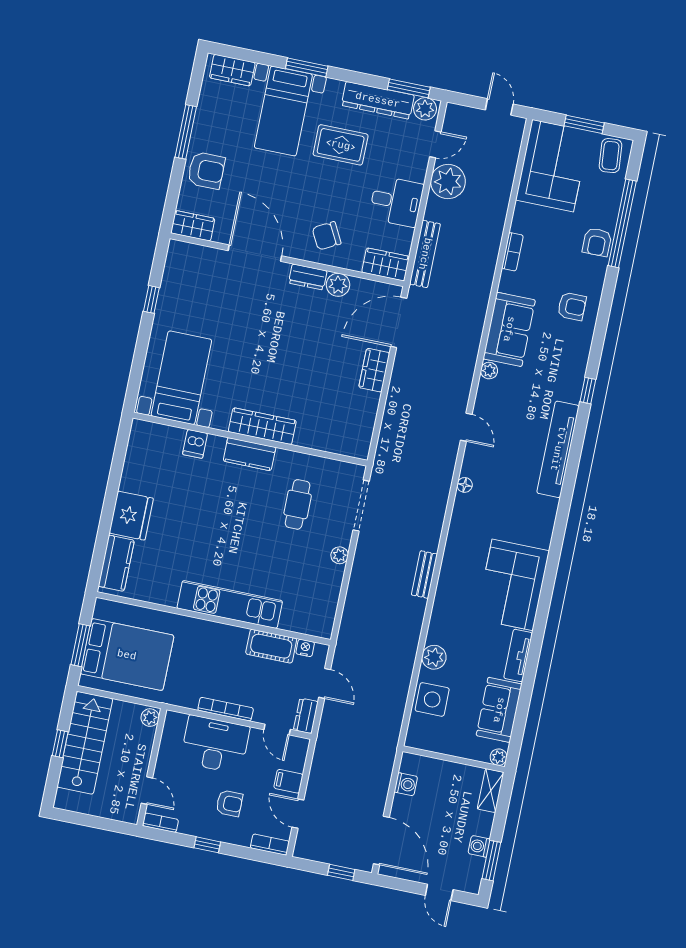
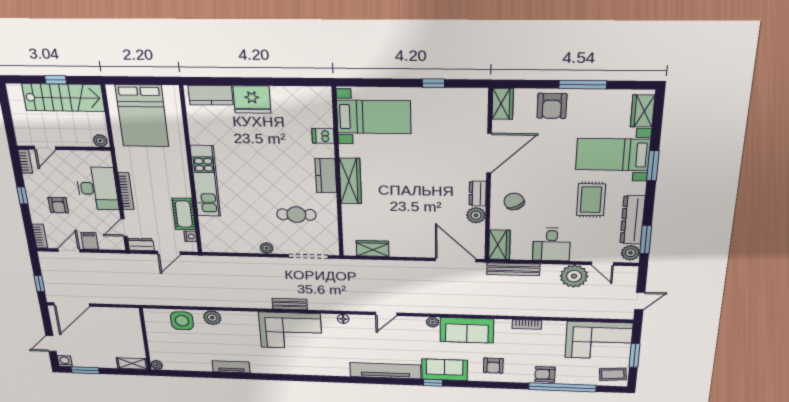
wardrobe: (374, 370) -> (373, 248), moved
bench: (424, 575) -> (290, 304), moved
corner sofa: (513, 585) -> (290, 330), moved, turned 180
window: (80, 645) -> (137, 81), removed
sofa: (499, 710) -> (445, 370), moved
washing machine: (406, 784) -> (117, 313), removed
washing machine: (479, 846) -> (65, 361), moved

